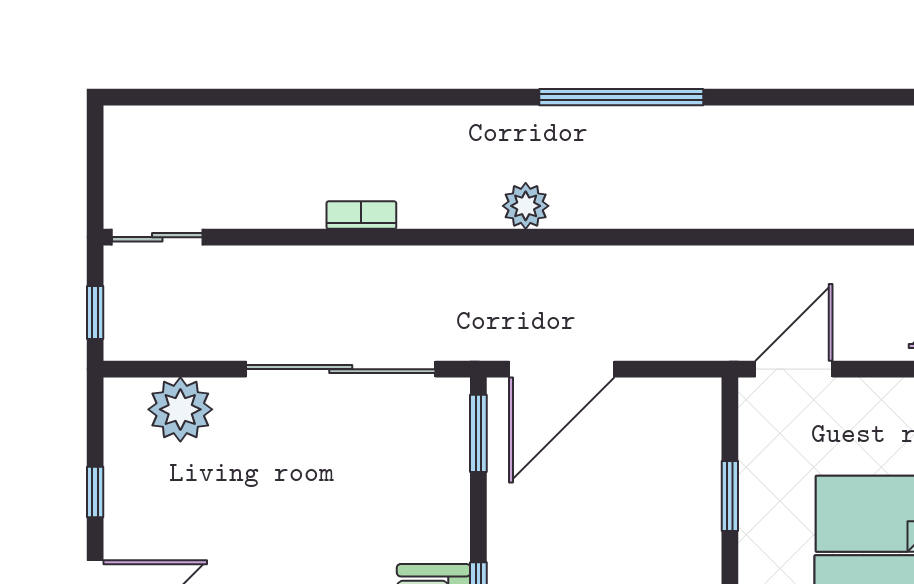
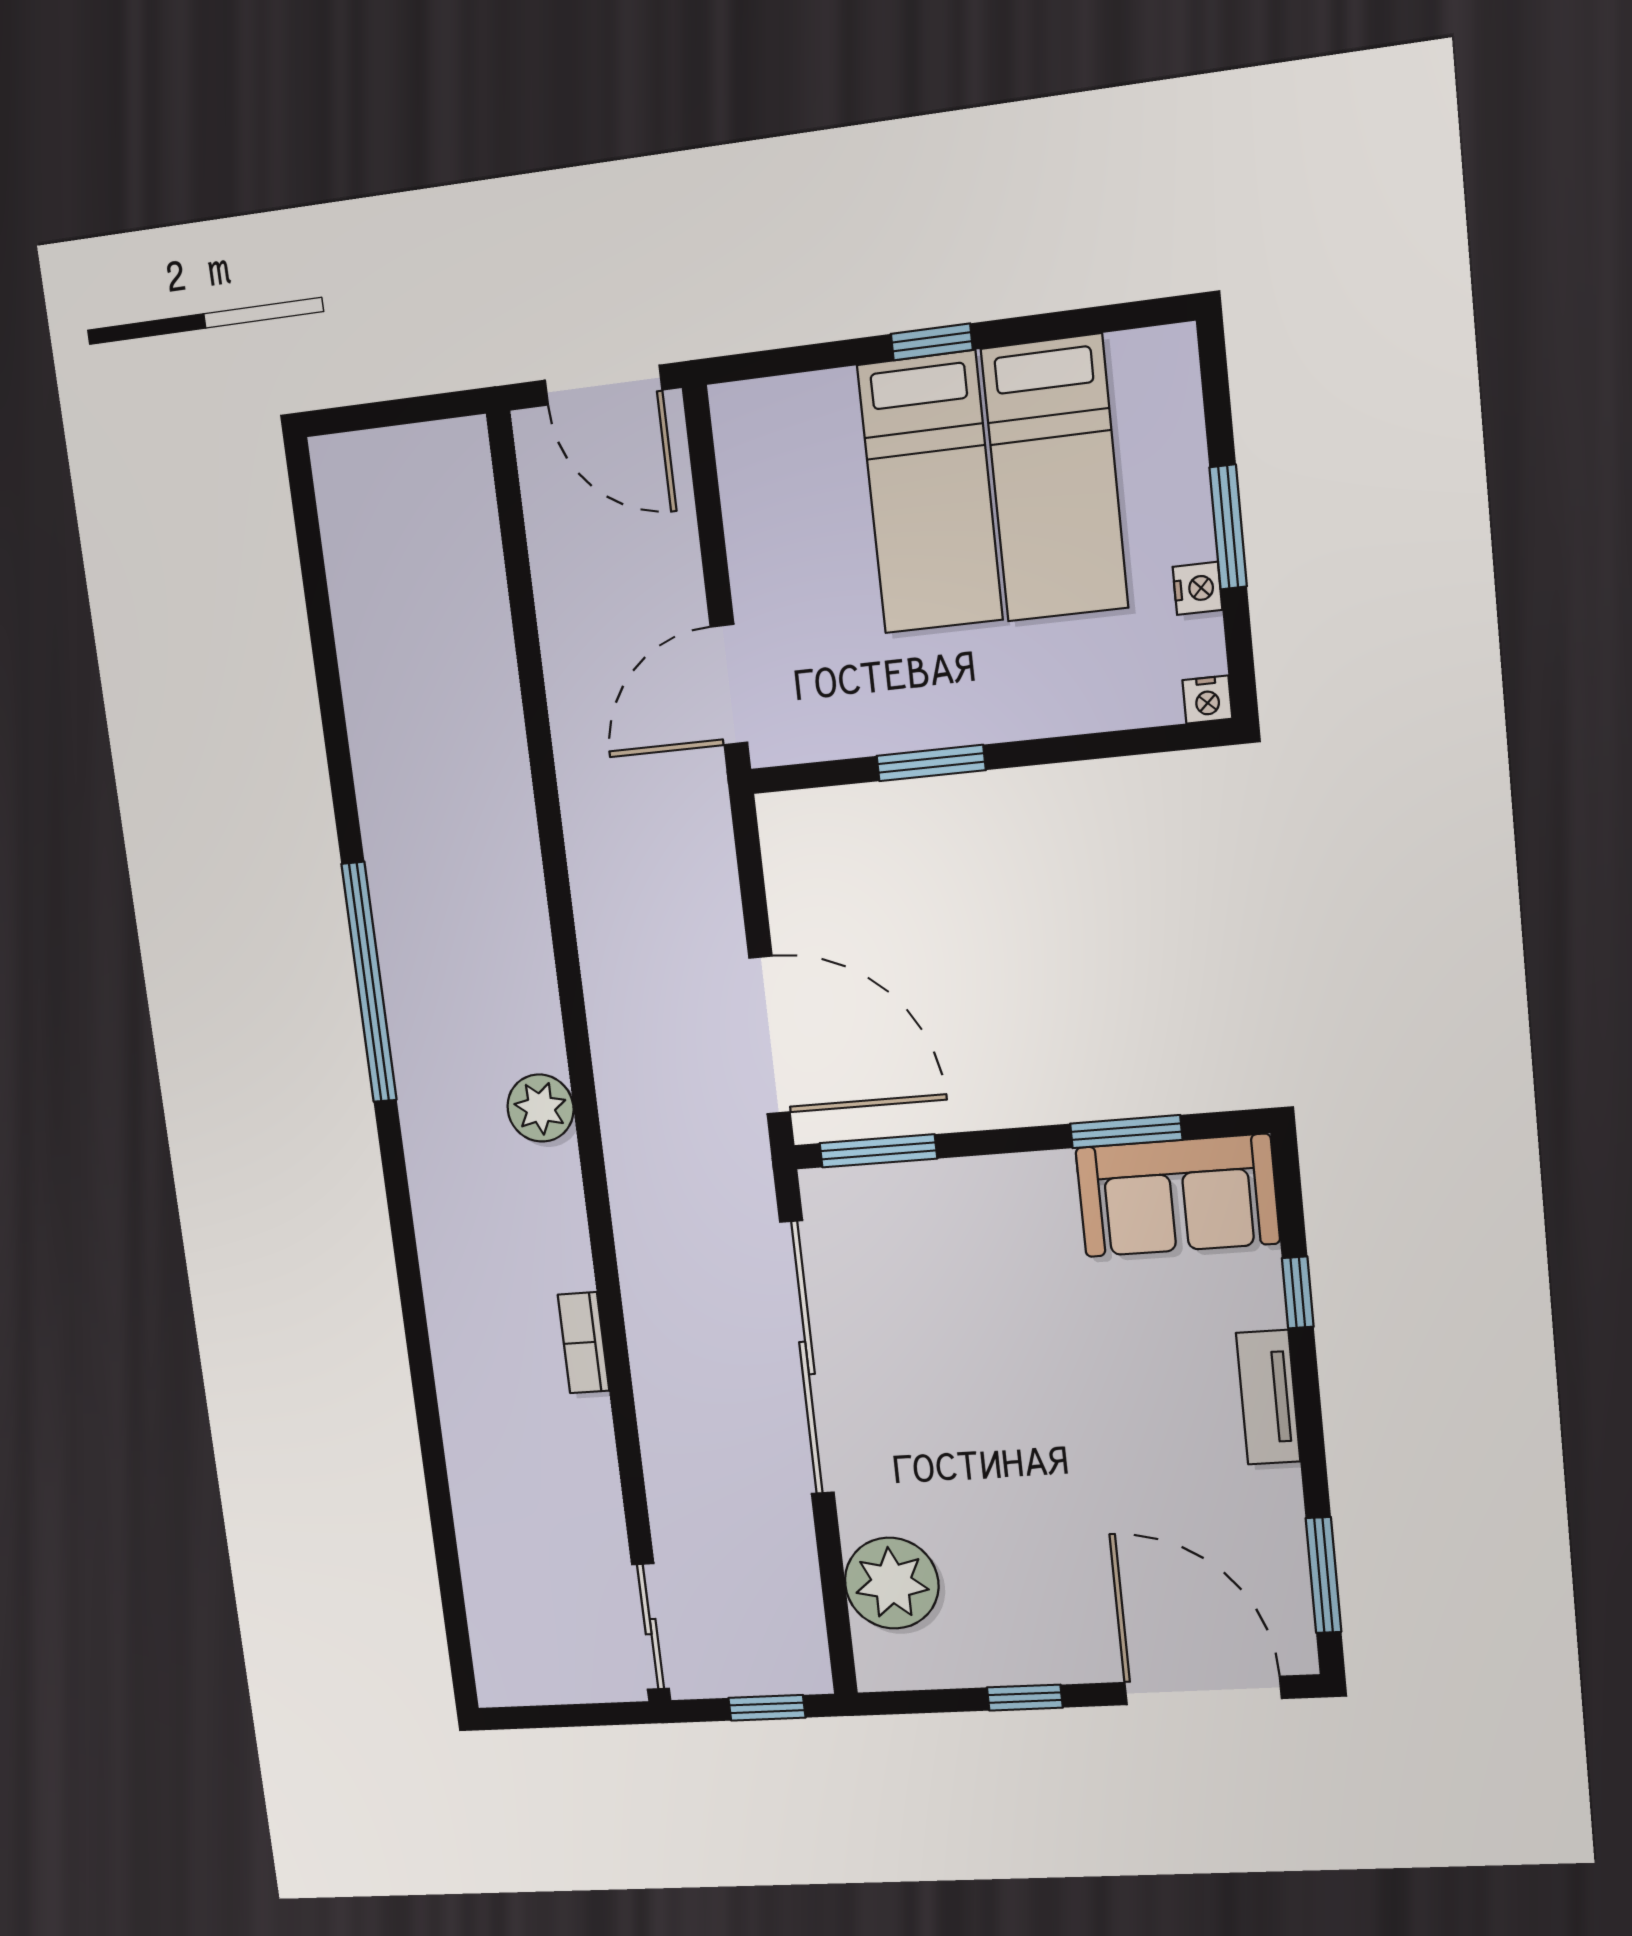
door: (794, 369) -> (729, 685), hinge flipped

